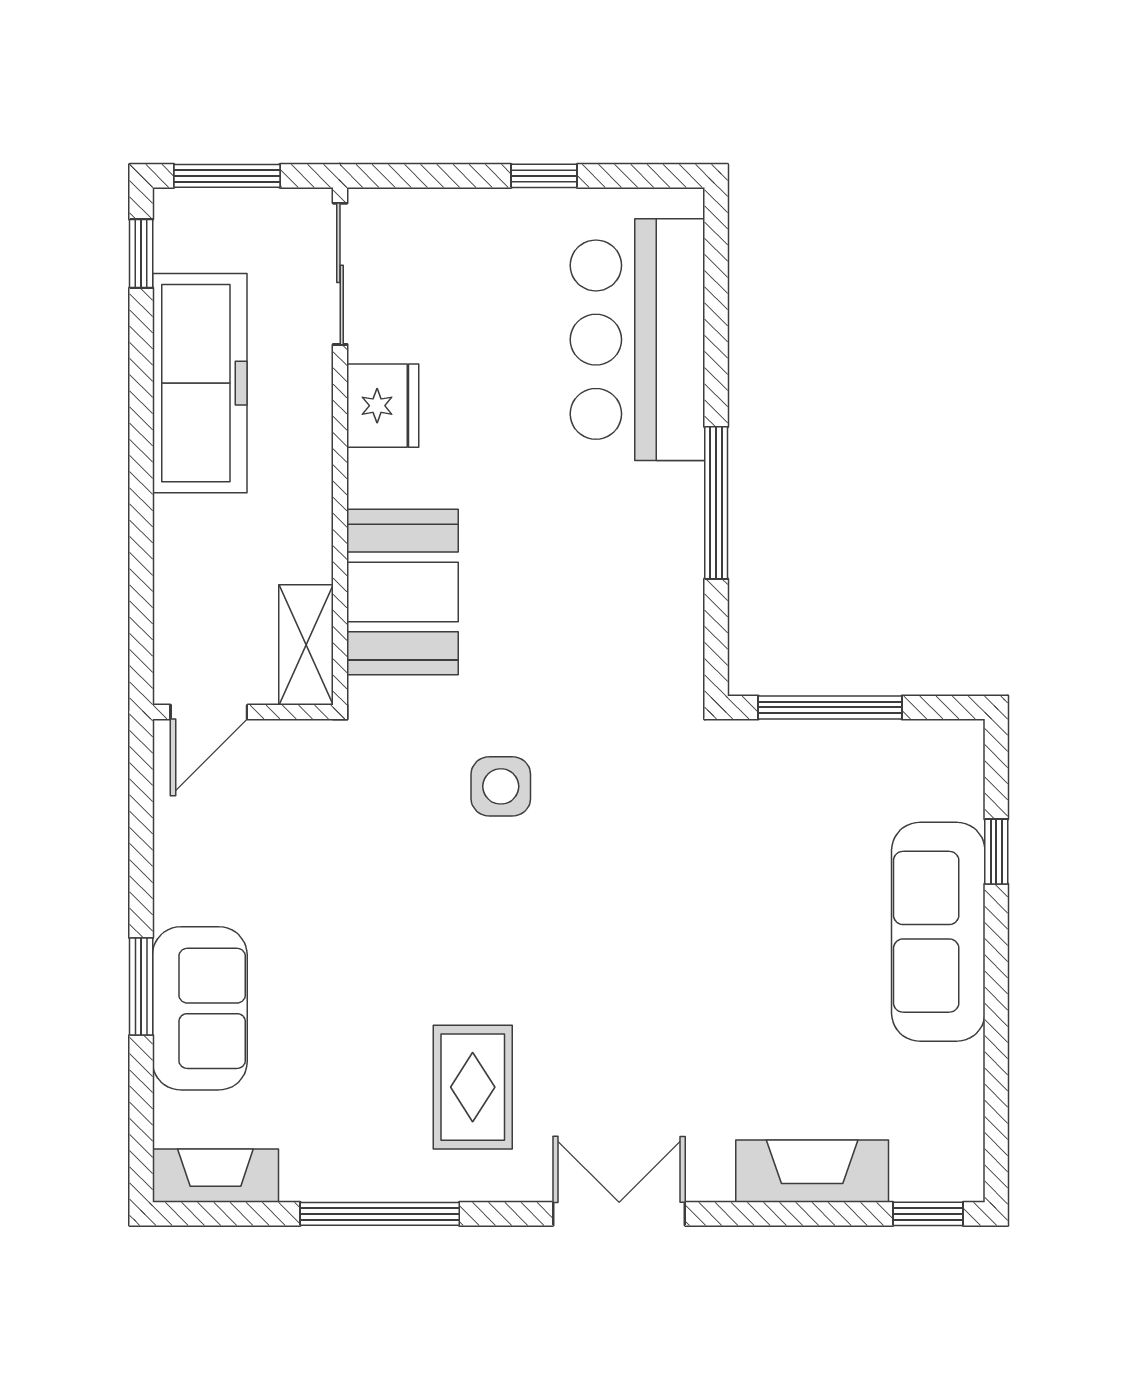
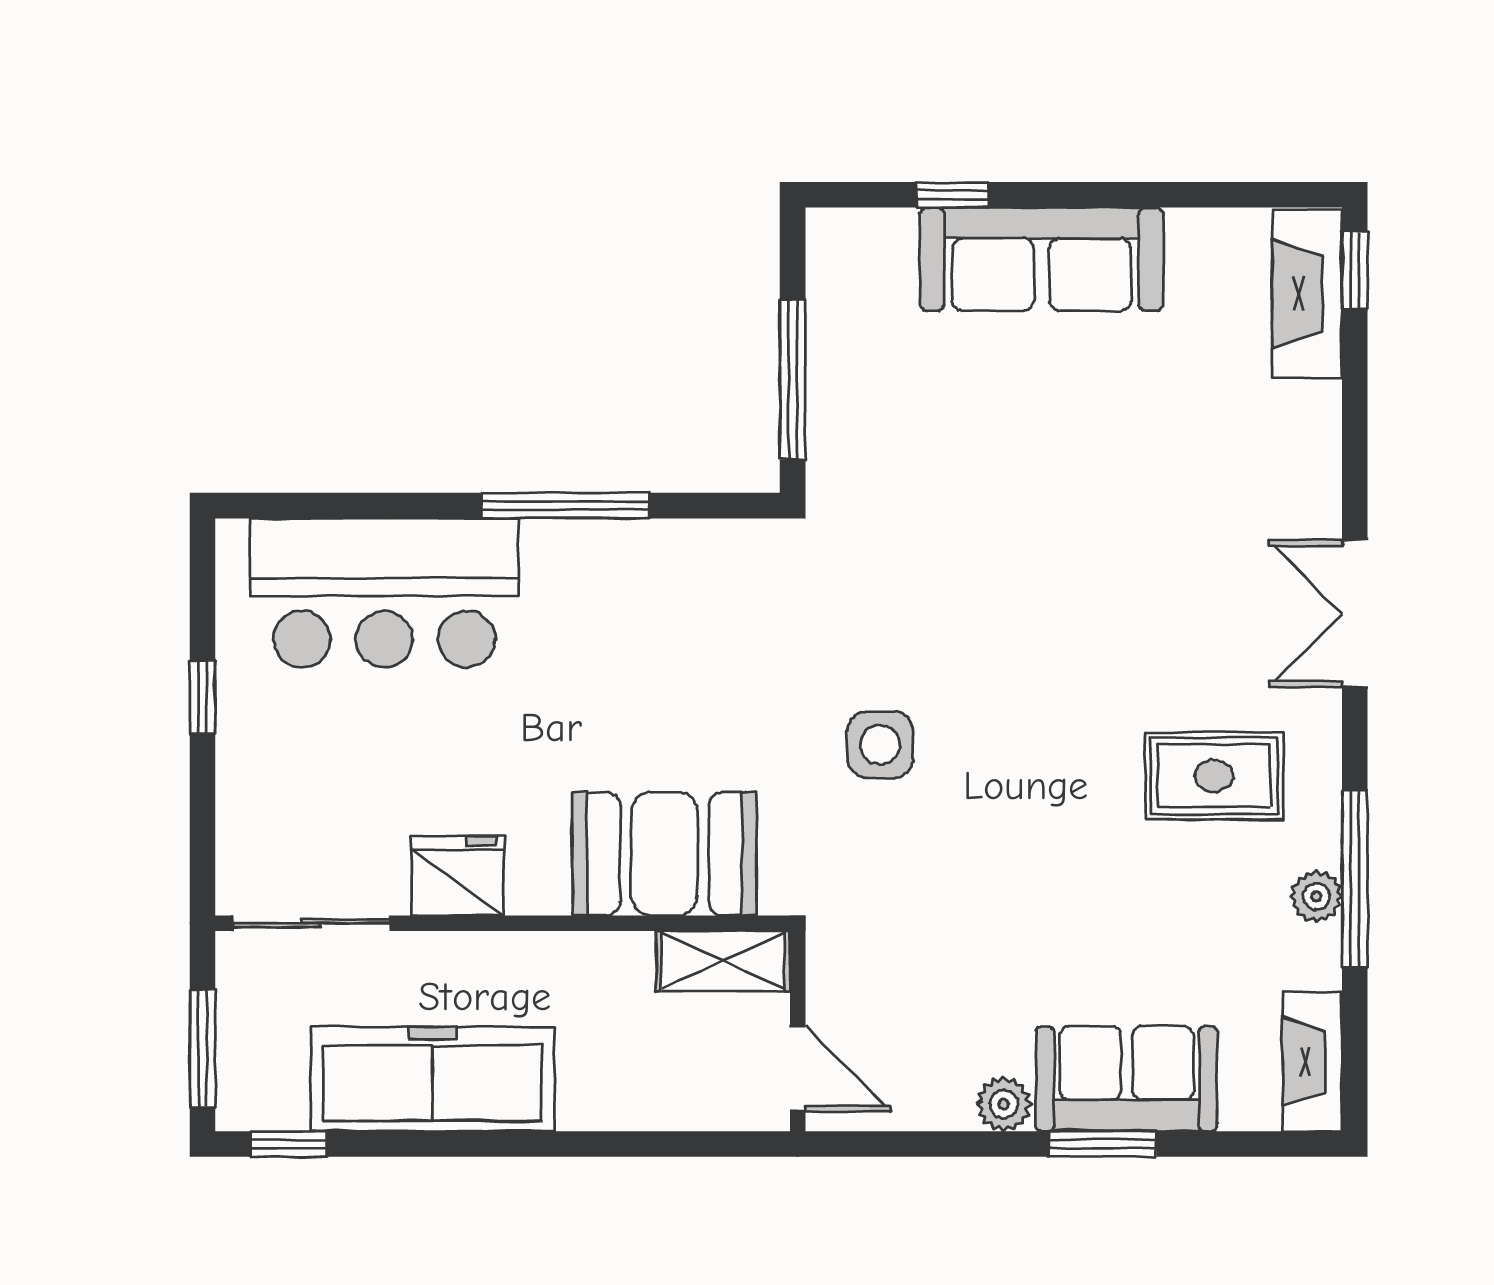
plant: (177, 898) -> (1004, 1104), added
fireplace: (812, 1171) -> (1307, 294), moved
plant: (364, 1179) -> (1316, 896), added

